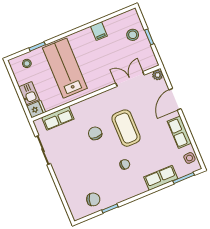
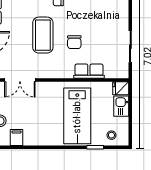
filing cabinet: (99, 31) -> (17, 138), moved
row of seats: (58, 118) -> (89, 71), moved

